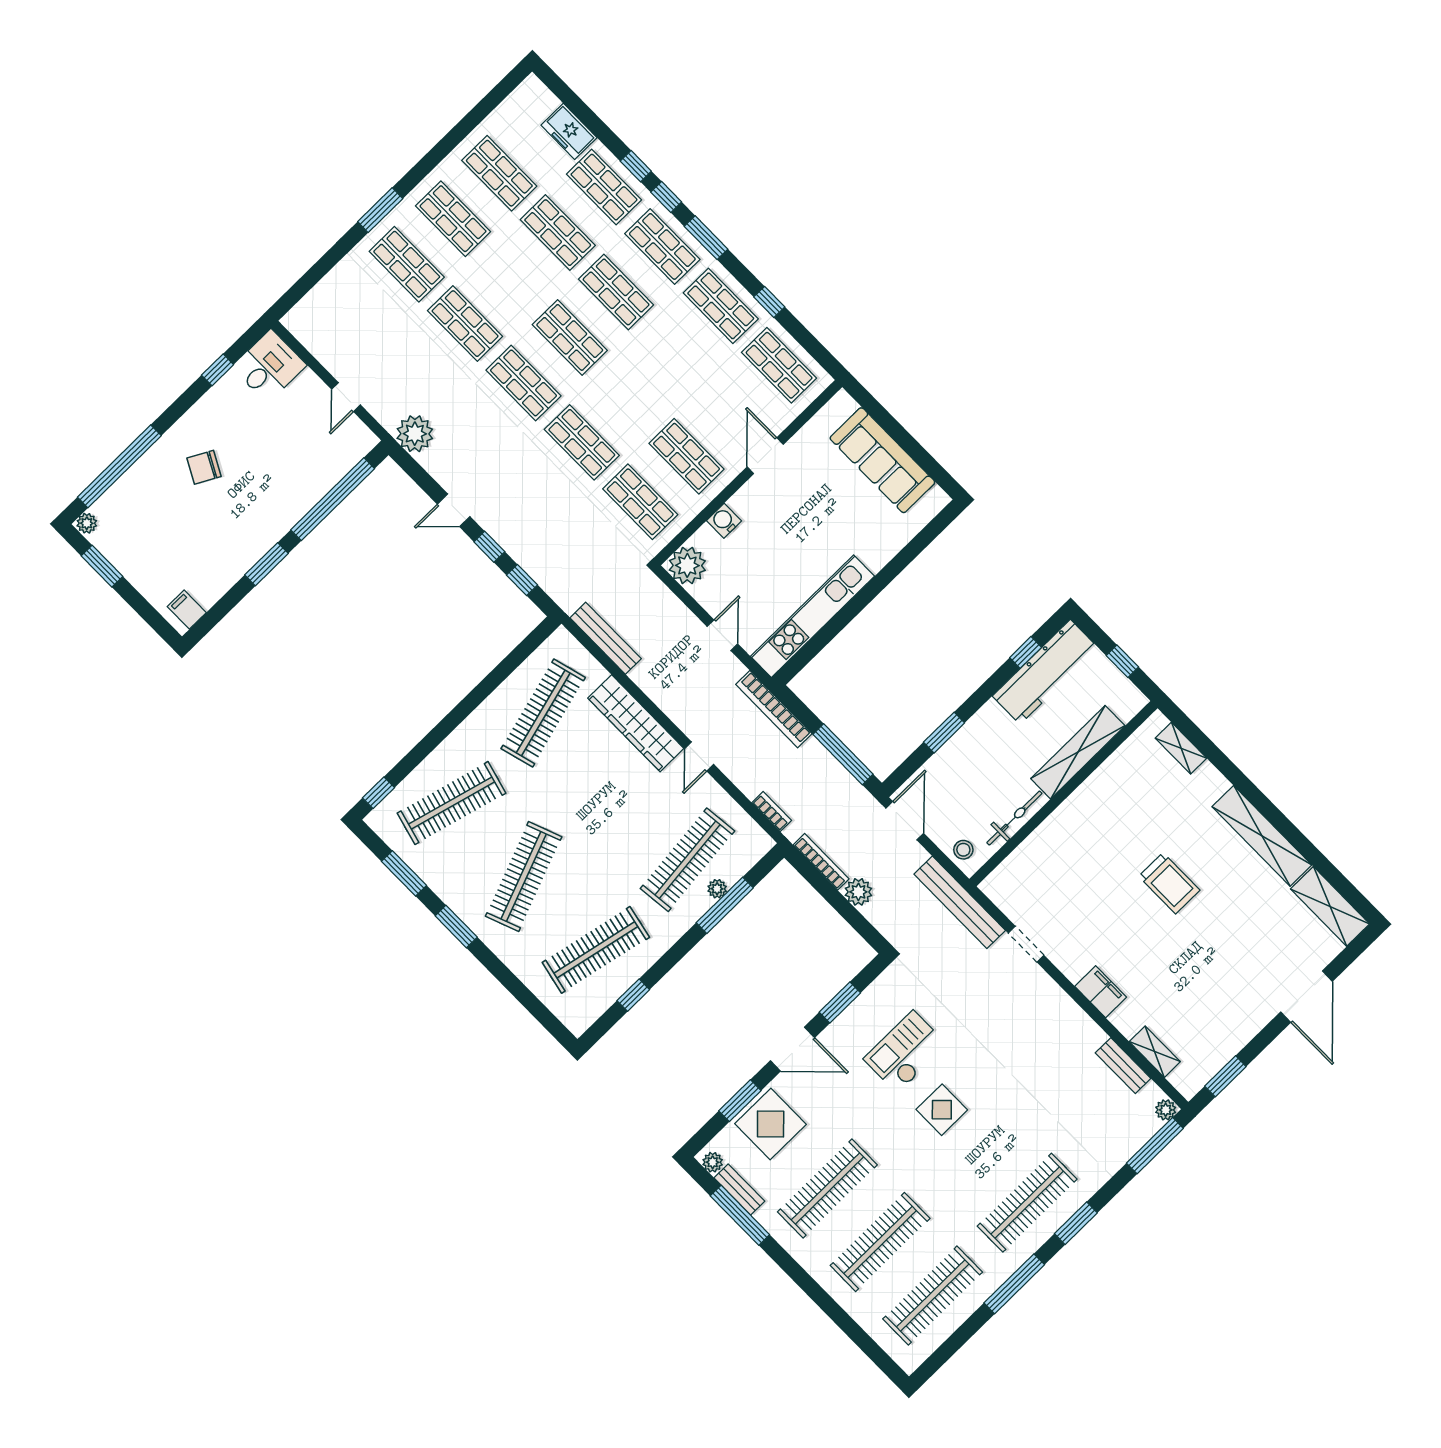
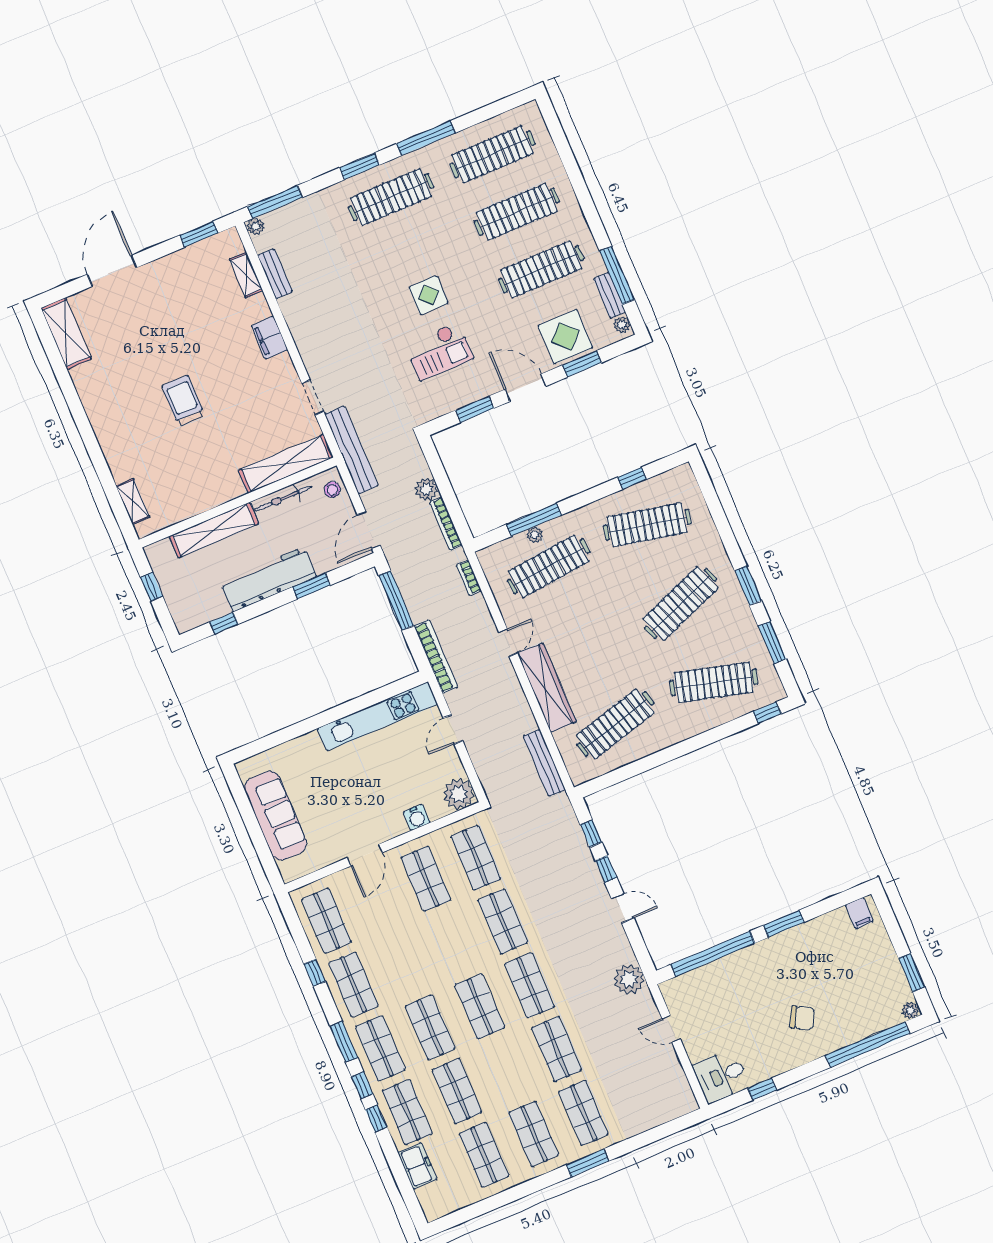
door: (346, 397) -> (671, 1029), swing flipped
workbench: (1045, 672) -> (268, 579), moved
shelving: (1262, 836) -> (286, 464), moved, turned 90

